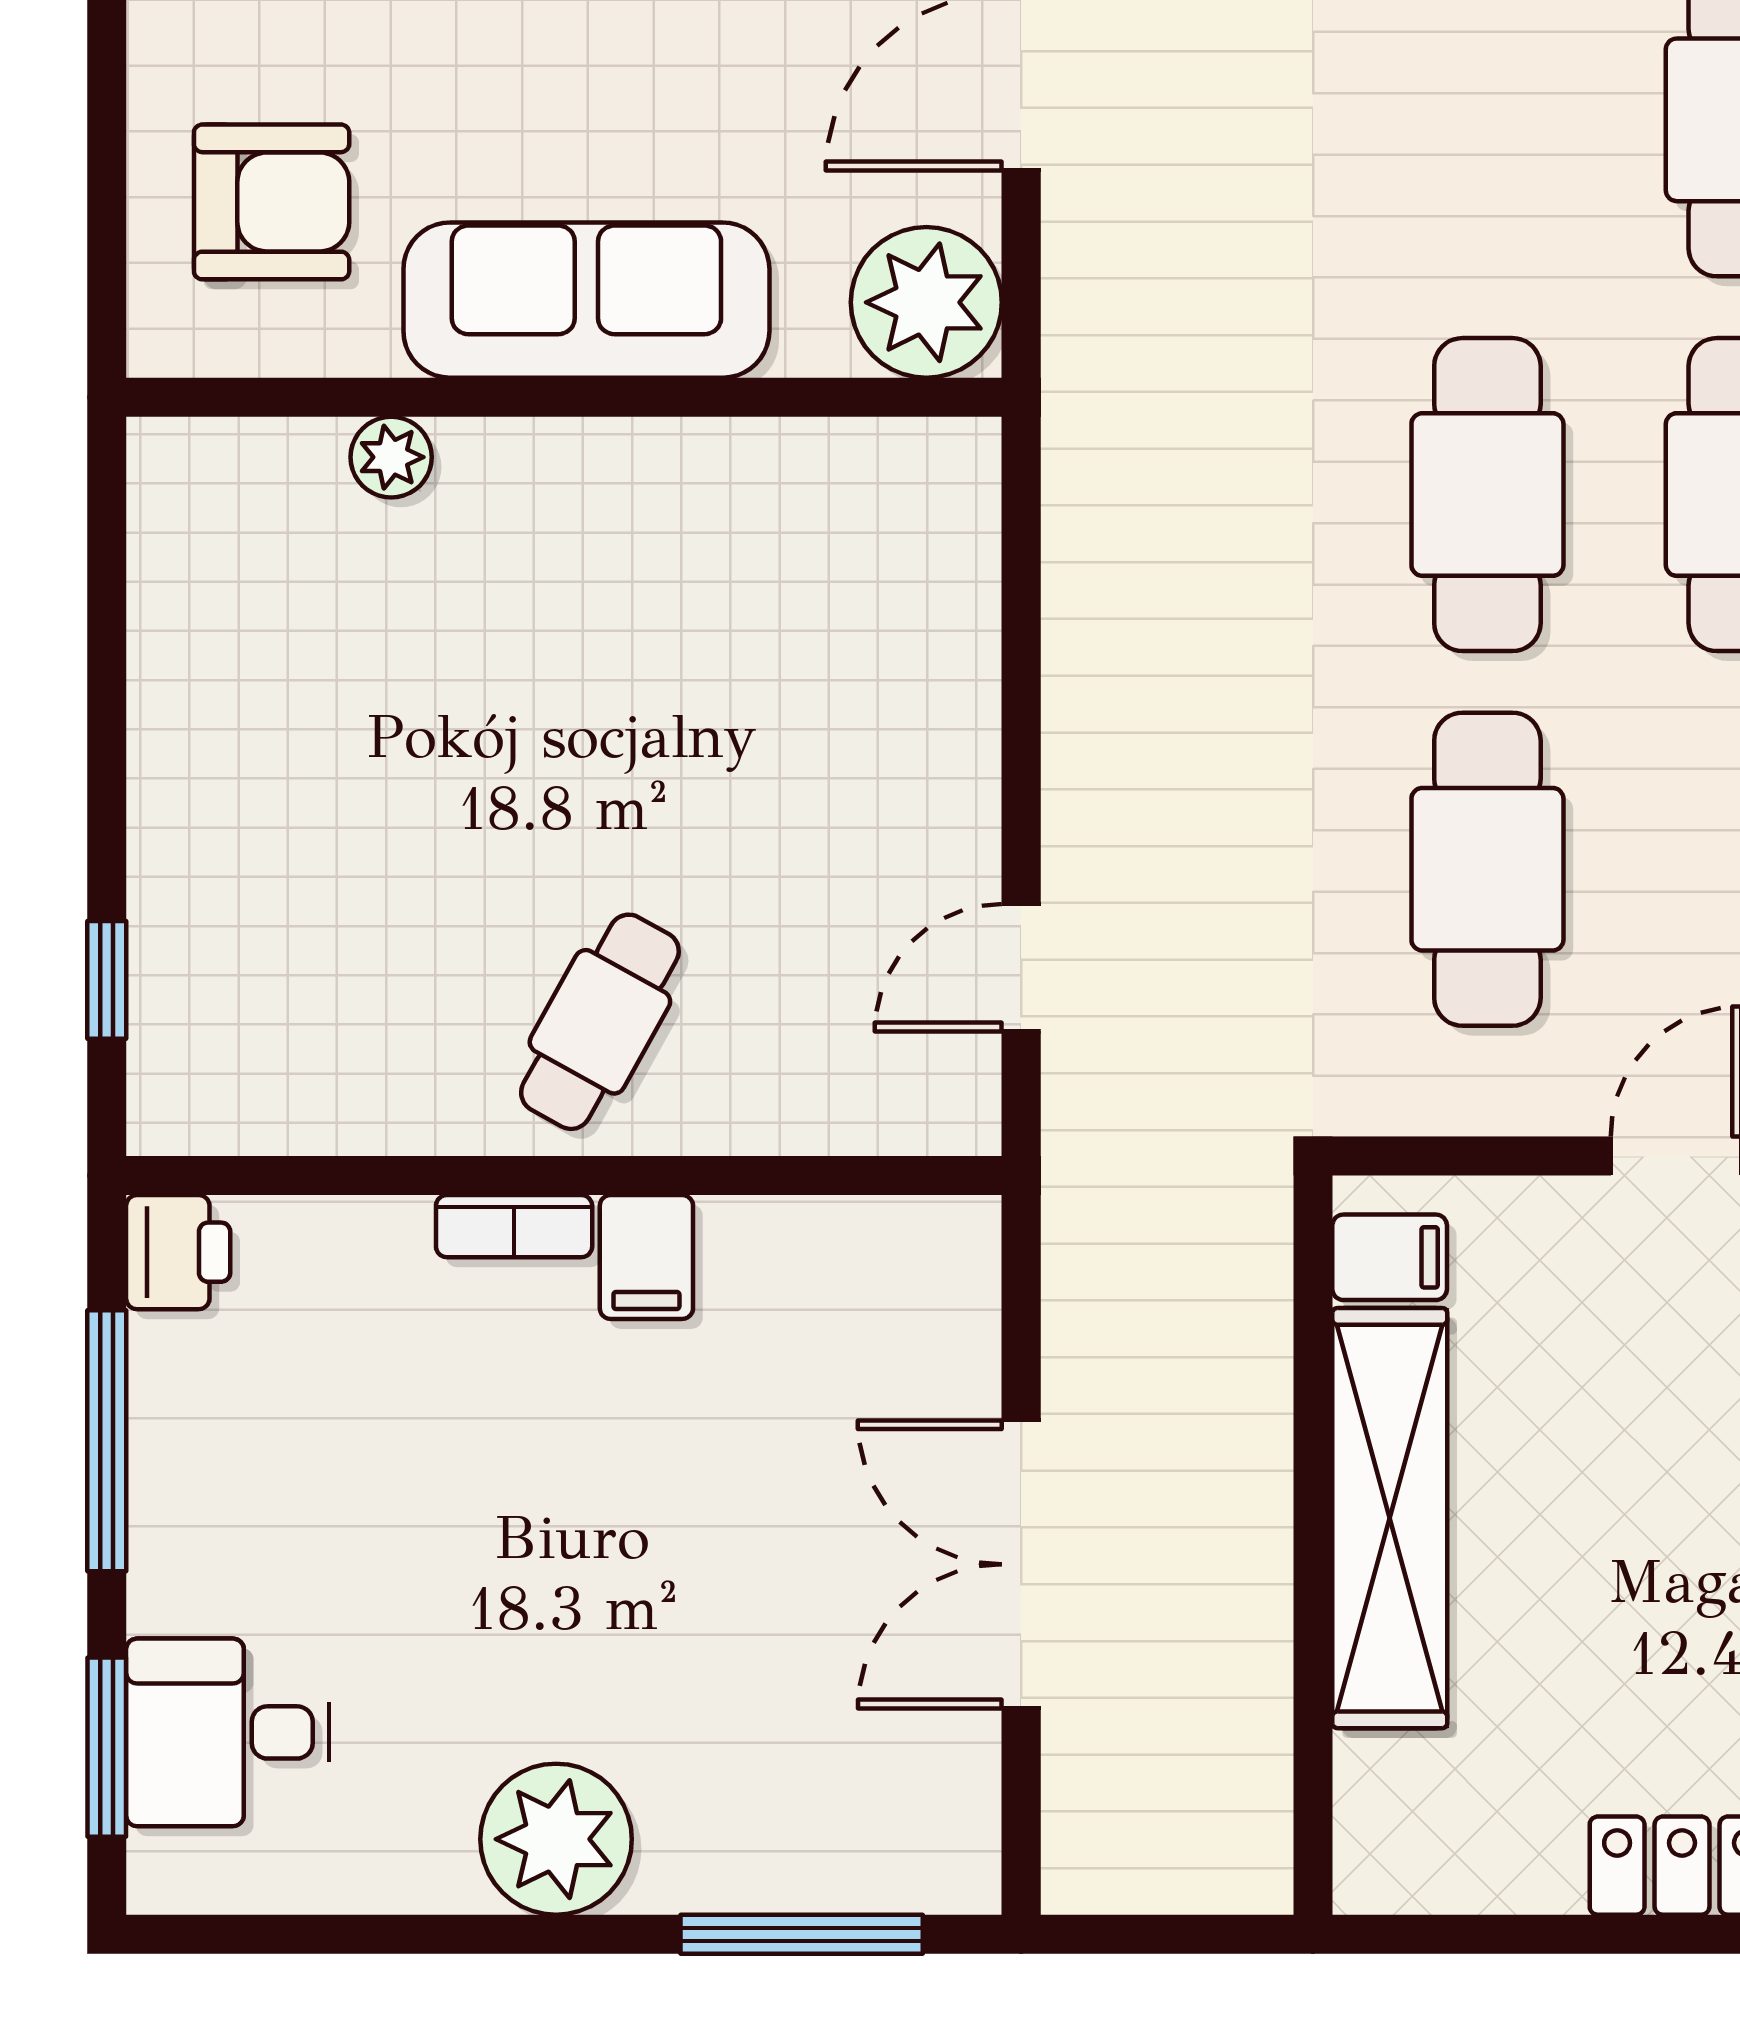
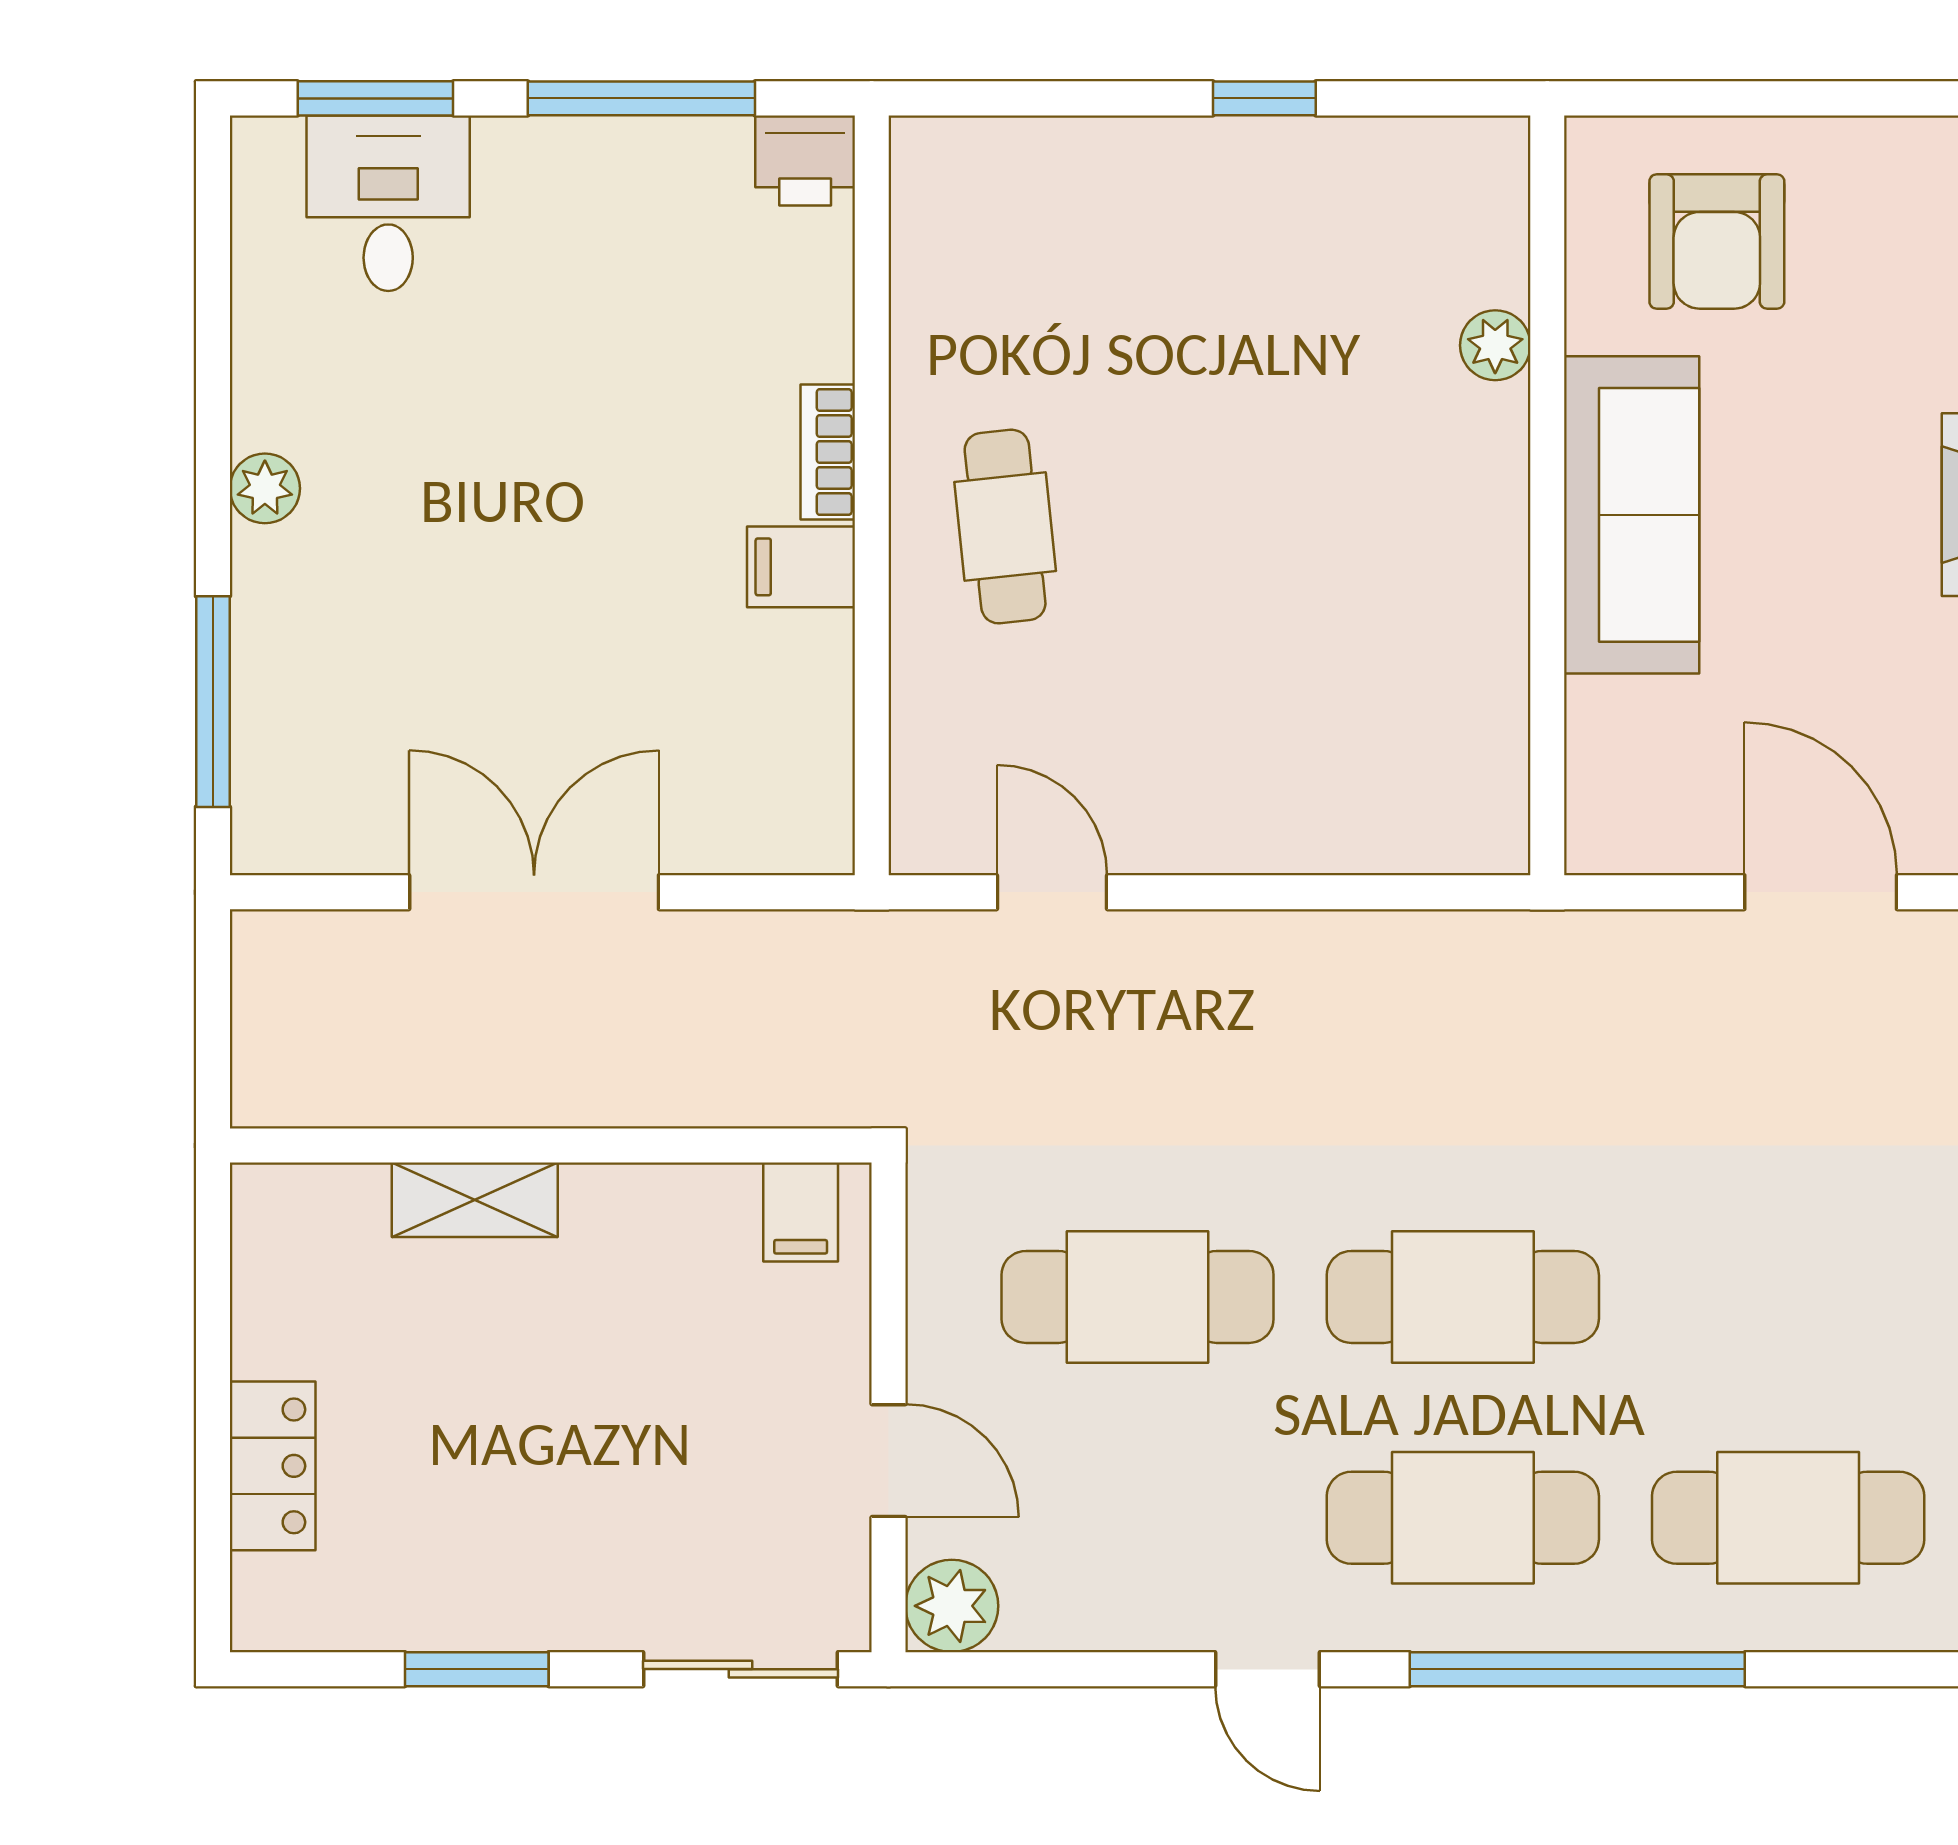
plant: (926, 302) -> (1630, 810), removed
window: (107, 980) -> (1264, 98), moved
cafe table: (600, 1022) -> (1005, 527), turned 55
shelving: (1390, 1518) -> (475, 1200), width x0.45, depth x0.75
plant: (556, 1839) -> (265, 488), width x0.53, depth x0.53

